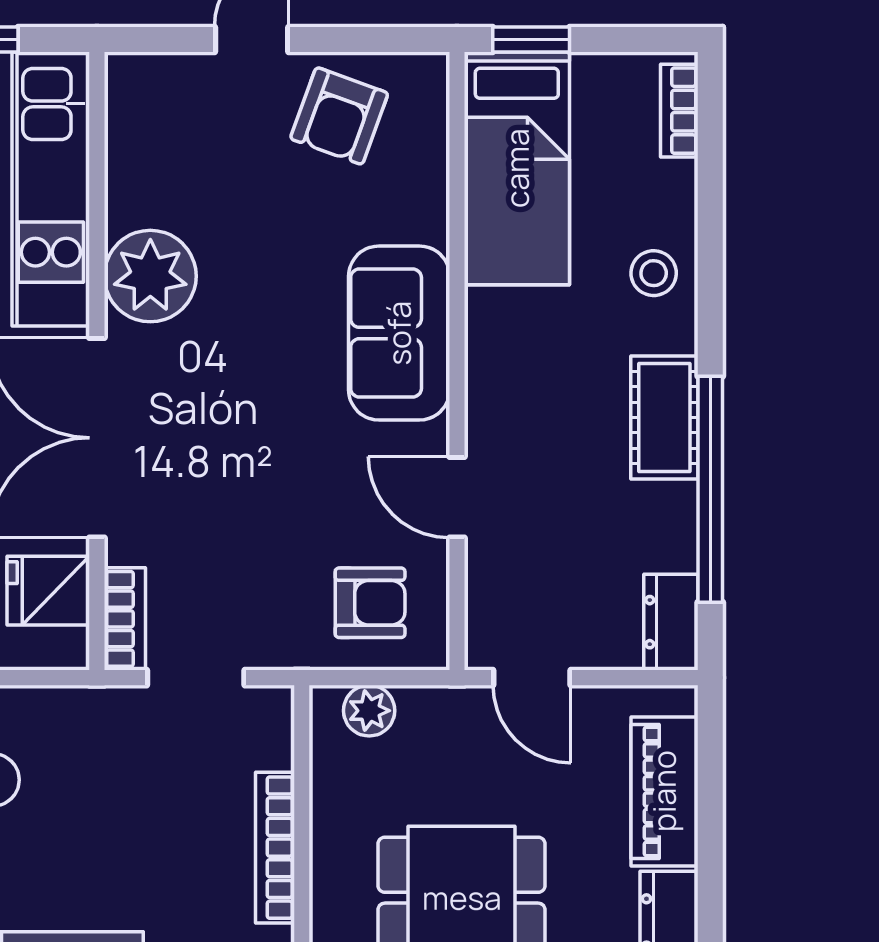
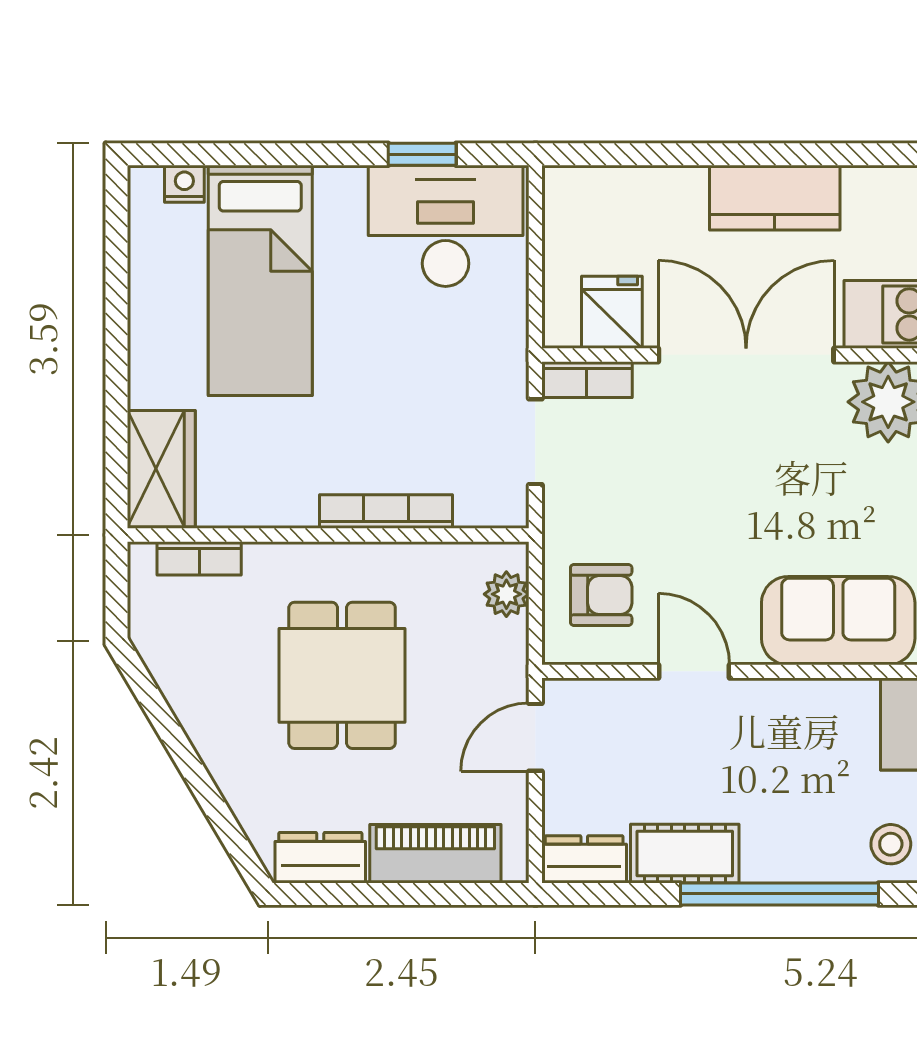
cot: (664, 417) -> (685, 854), moved
window: (710, 489) -> (780, 894), moved
door: (457, 497) -> (694, 671), hinge flipped
armchair: (370, 603) -> (601, 595), turned -90

